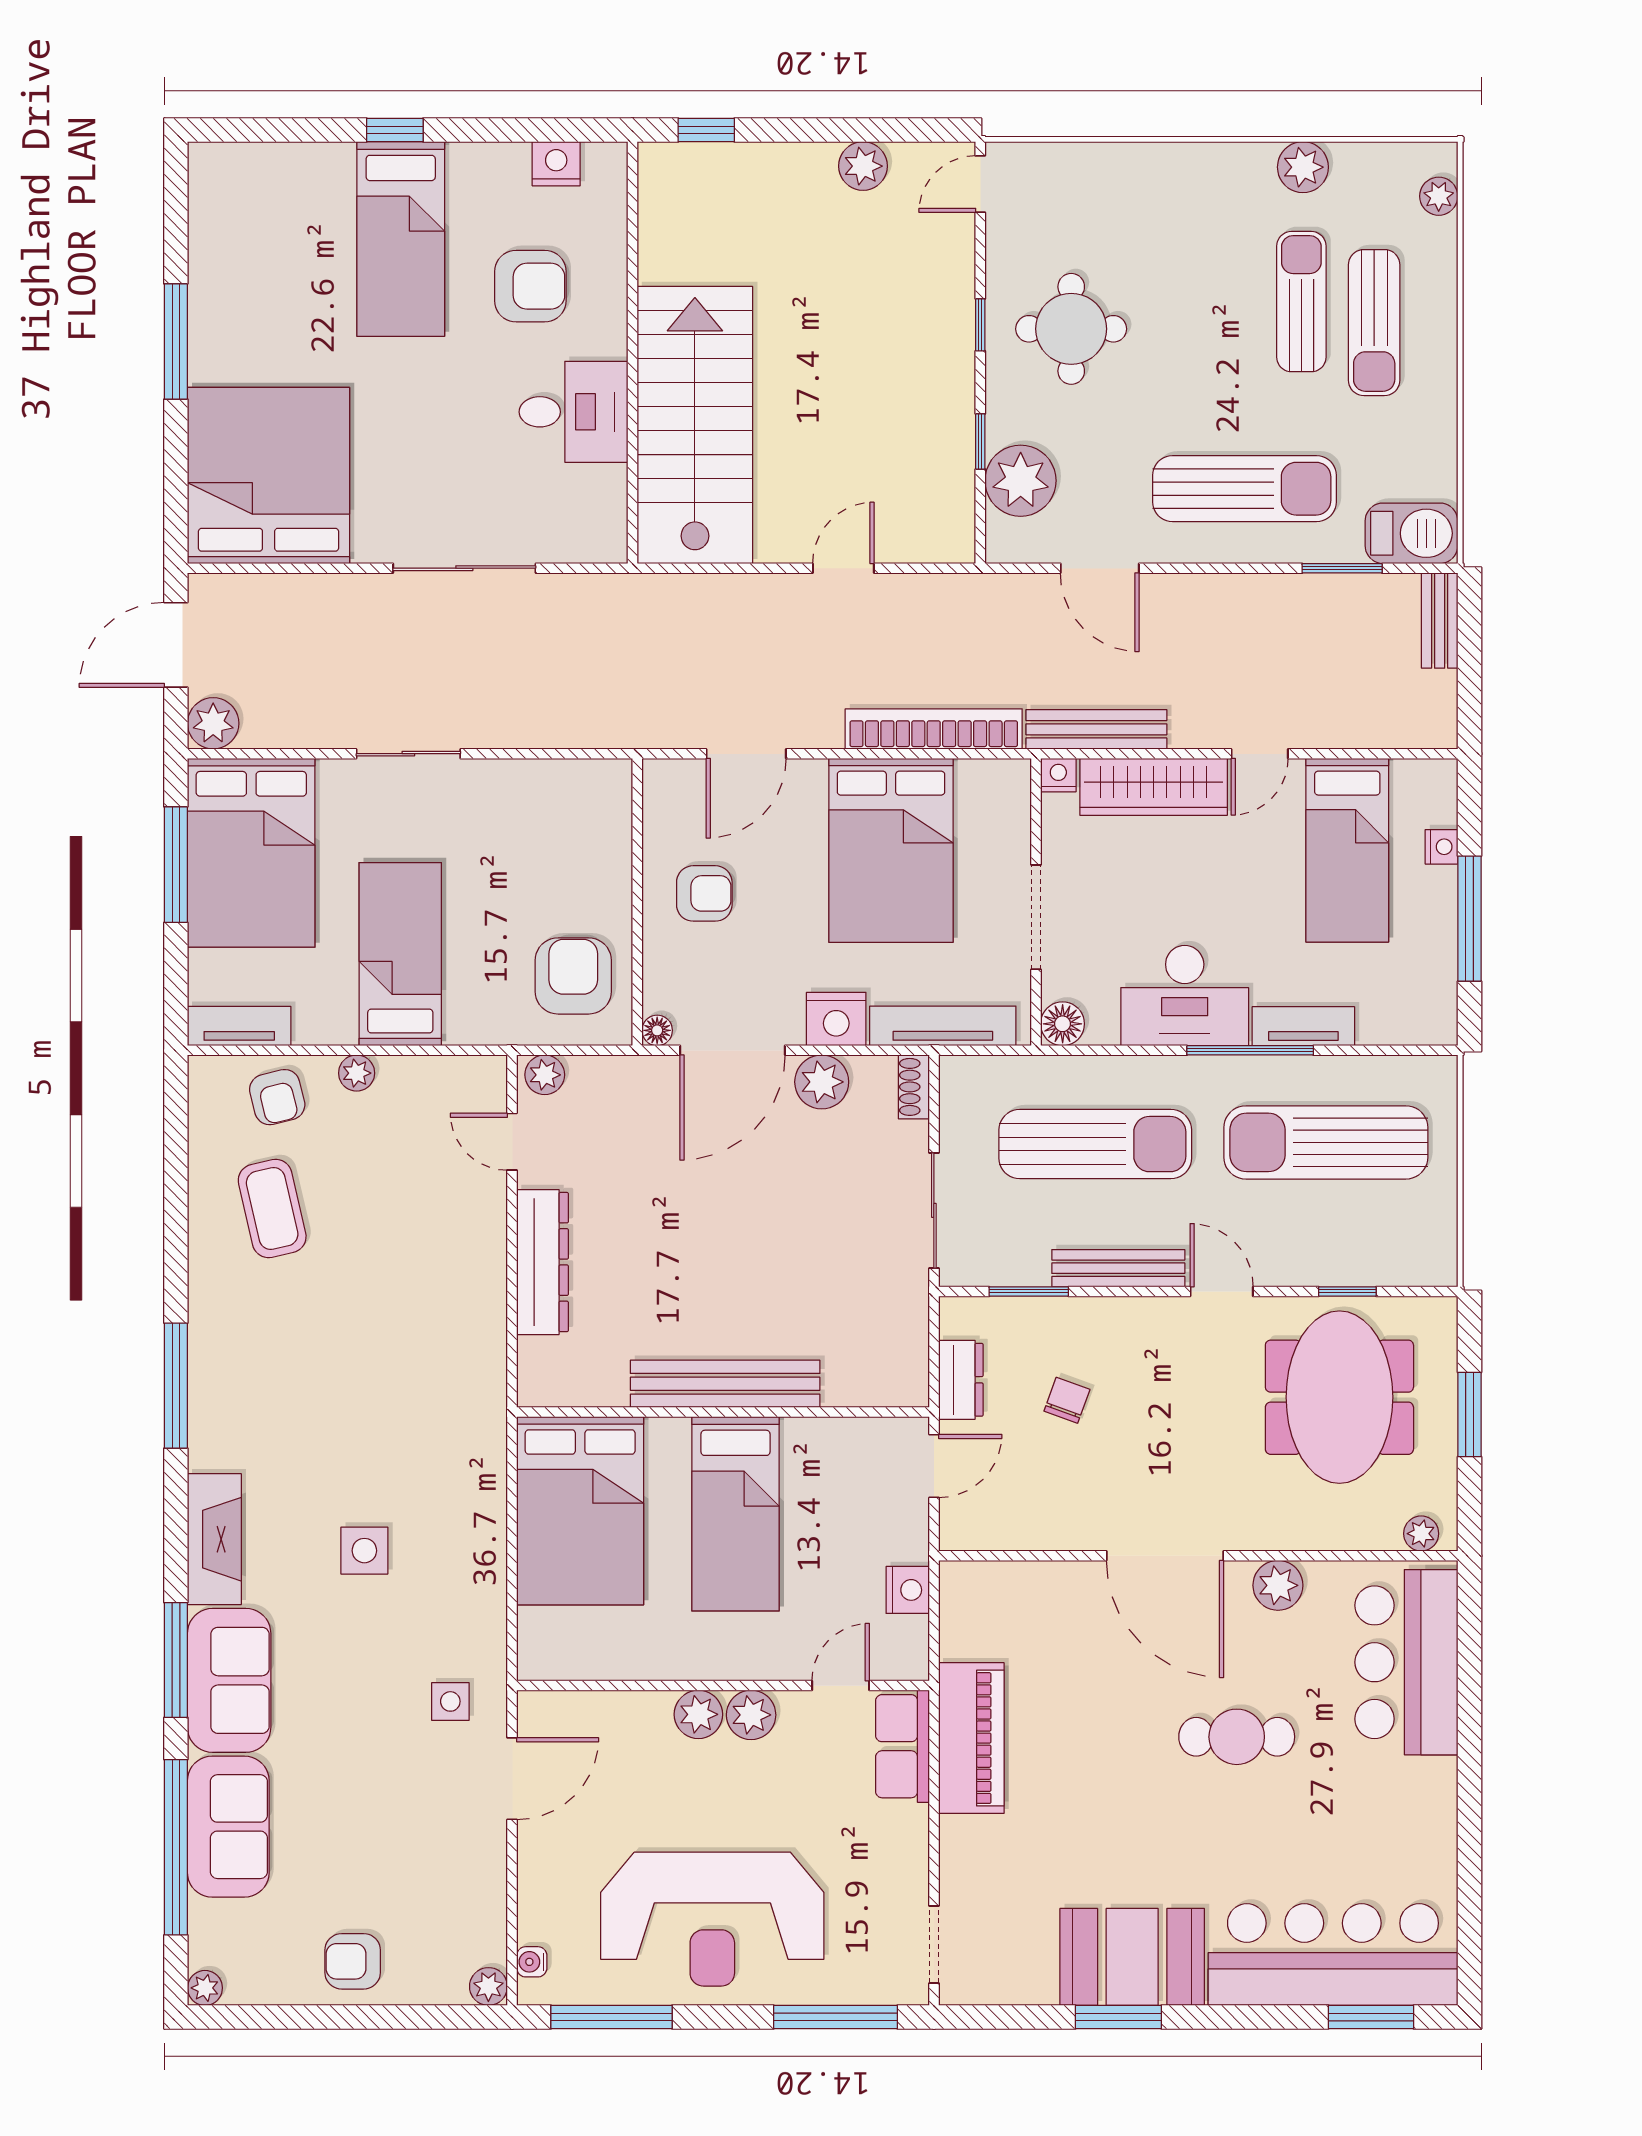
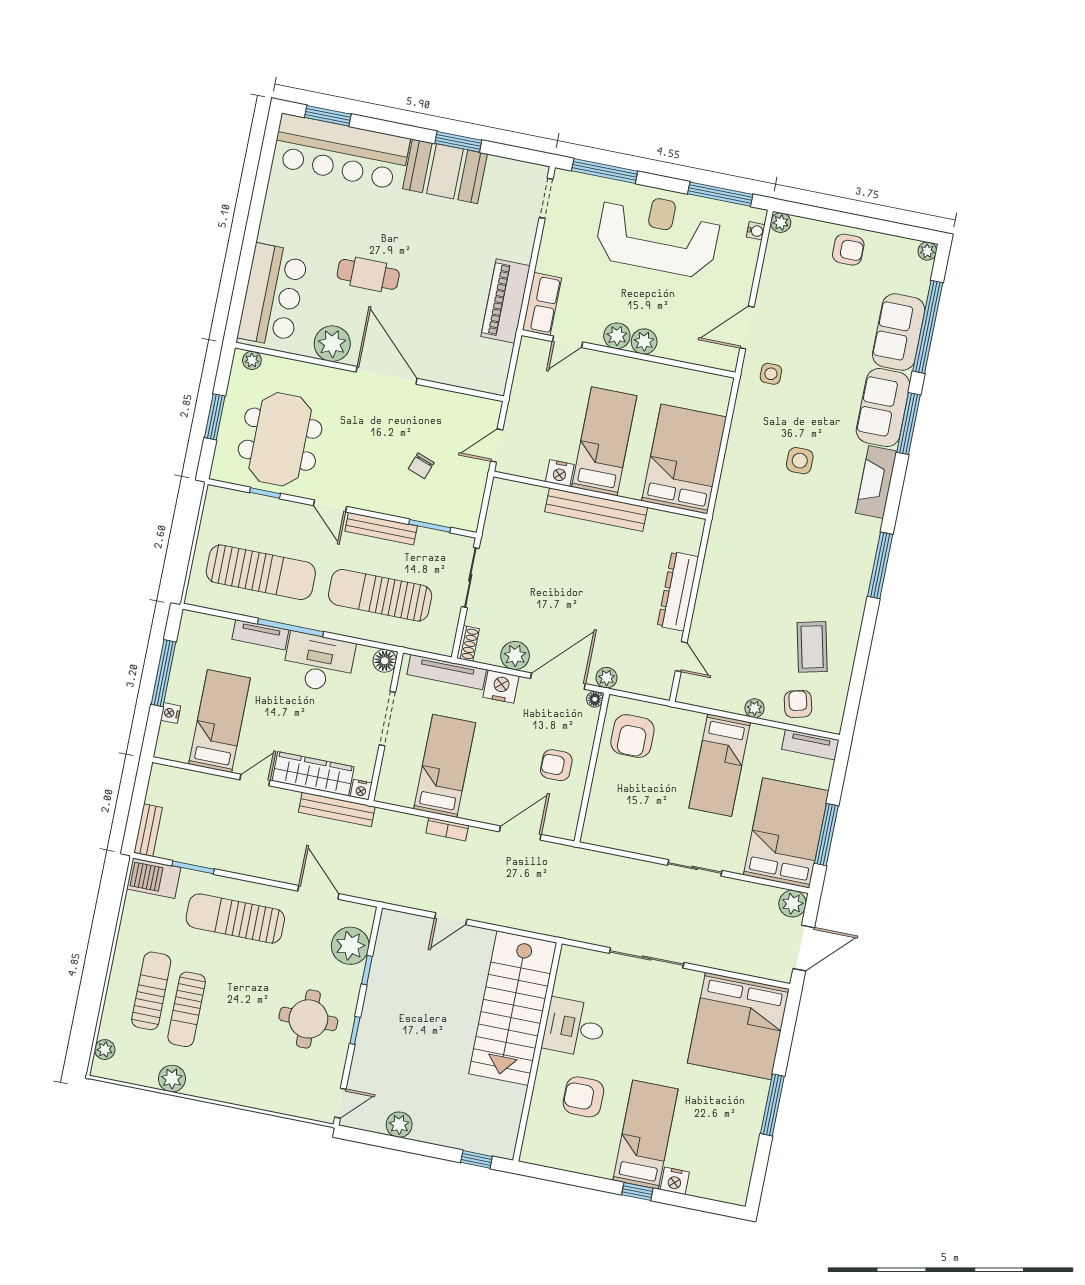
nightstand: (556, 164) -> (675, 1181), moved
bookcase: (934, 729) -> (447, 829), width x0.43, depth x0.76
bed: (891, 850) -> (445, 766), width x0.67
plant: (545, 1075) -> (607, 678), moved
dresser: (961, 1380) -> (474, 487), removed
plant: (1278, 1585) -> (332, 344), width x1.36, depth x1.36
nightstand: (908, 1590) -> (560, 473), moved, turned -90

